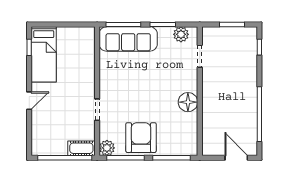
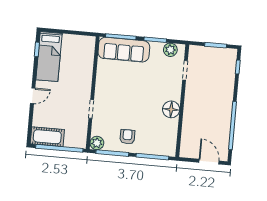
armchair: (141, 138) -> (127, 137), width x0.53, depth x0.53
cot: (81, 148) -> (47, 137), moved, width x1.37, depth x1.34

